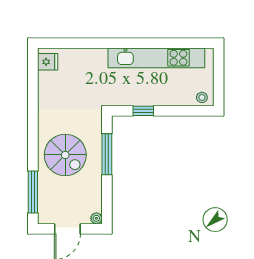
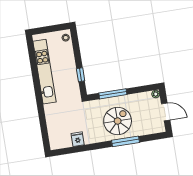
fridge: (48, 62) -> (78, 139), moved
window: (33, 192) -> (126, 141), moved

